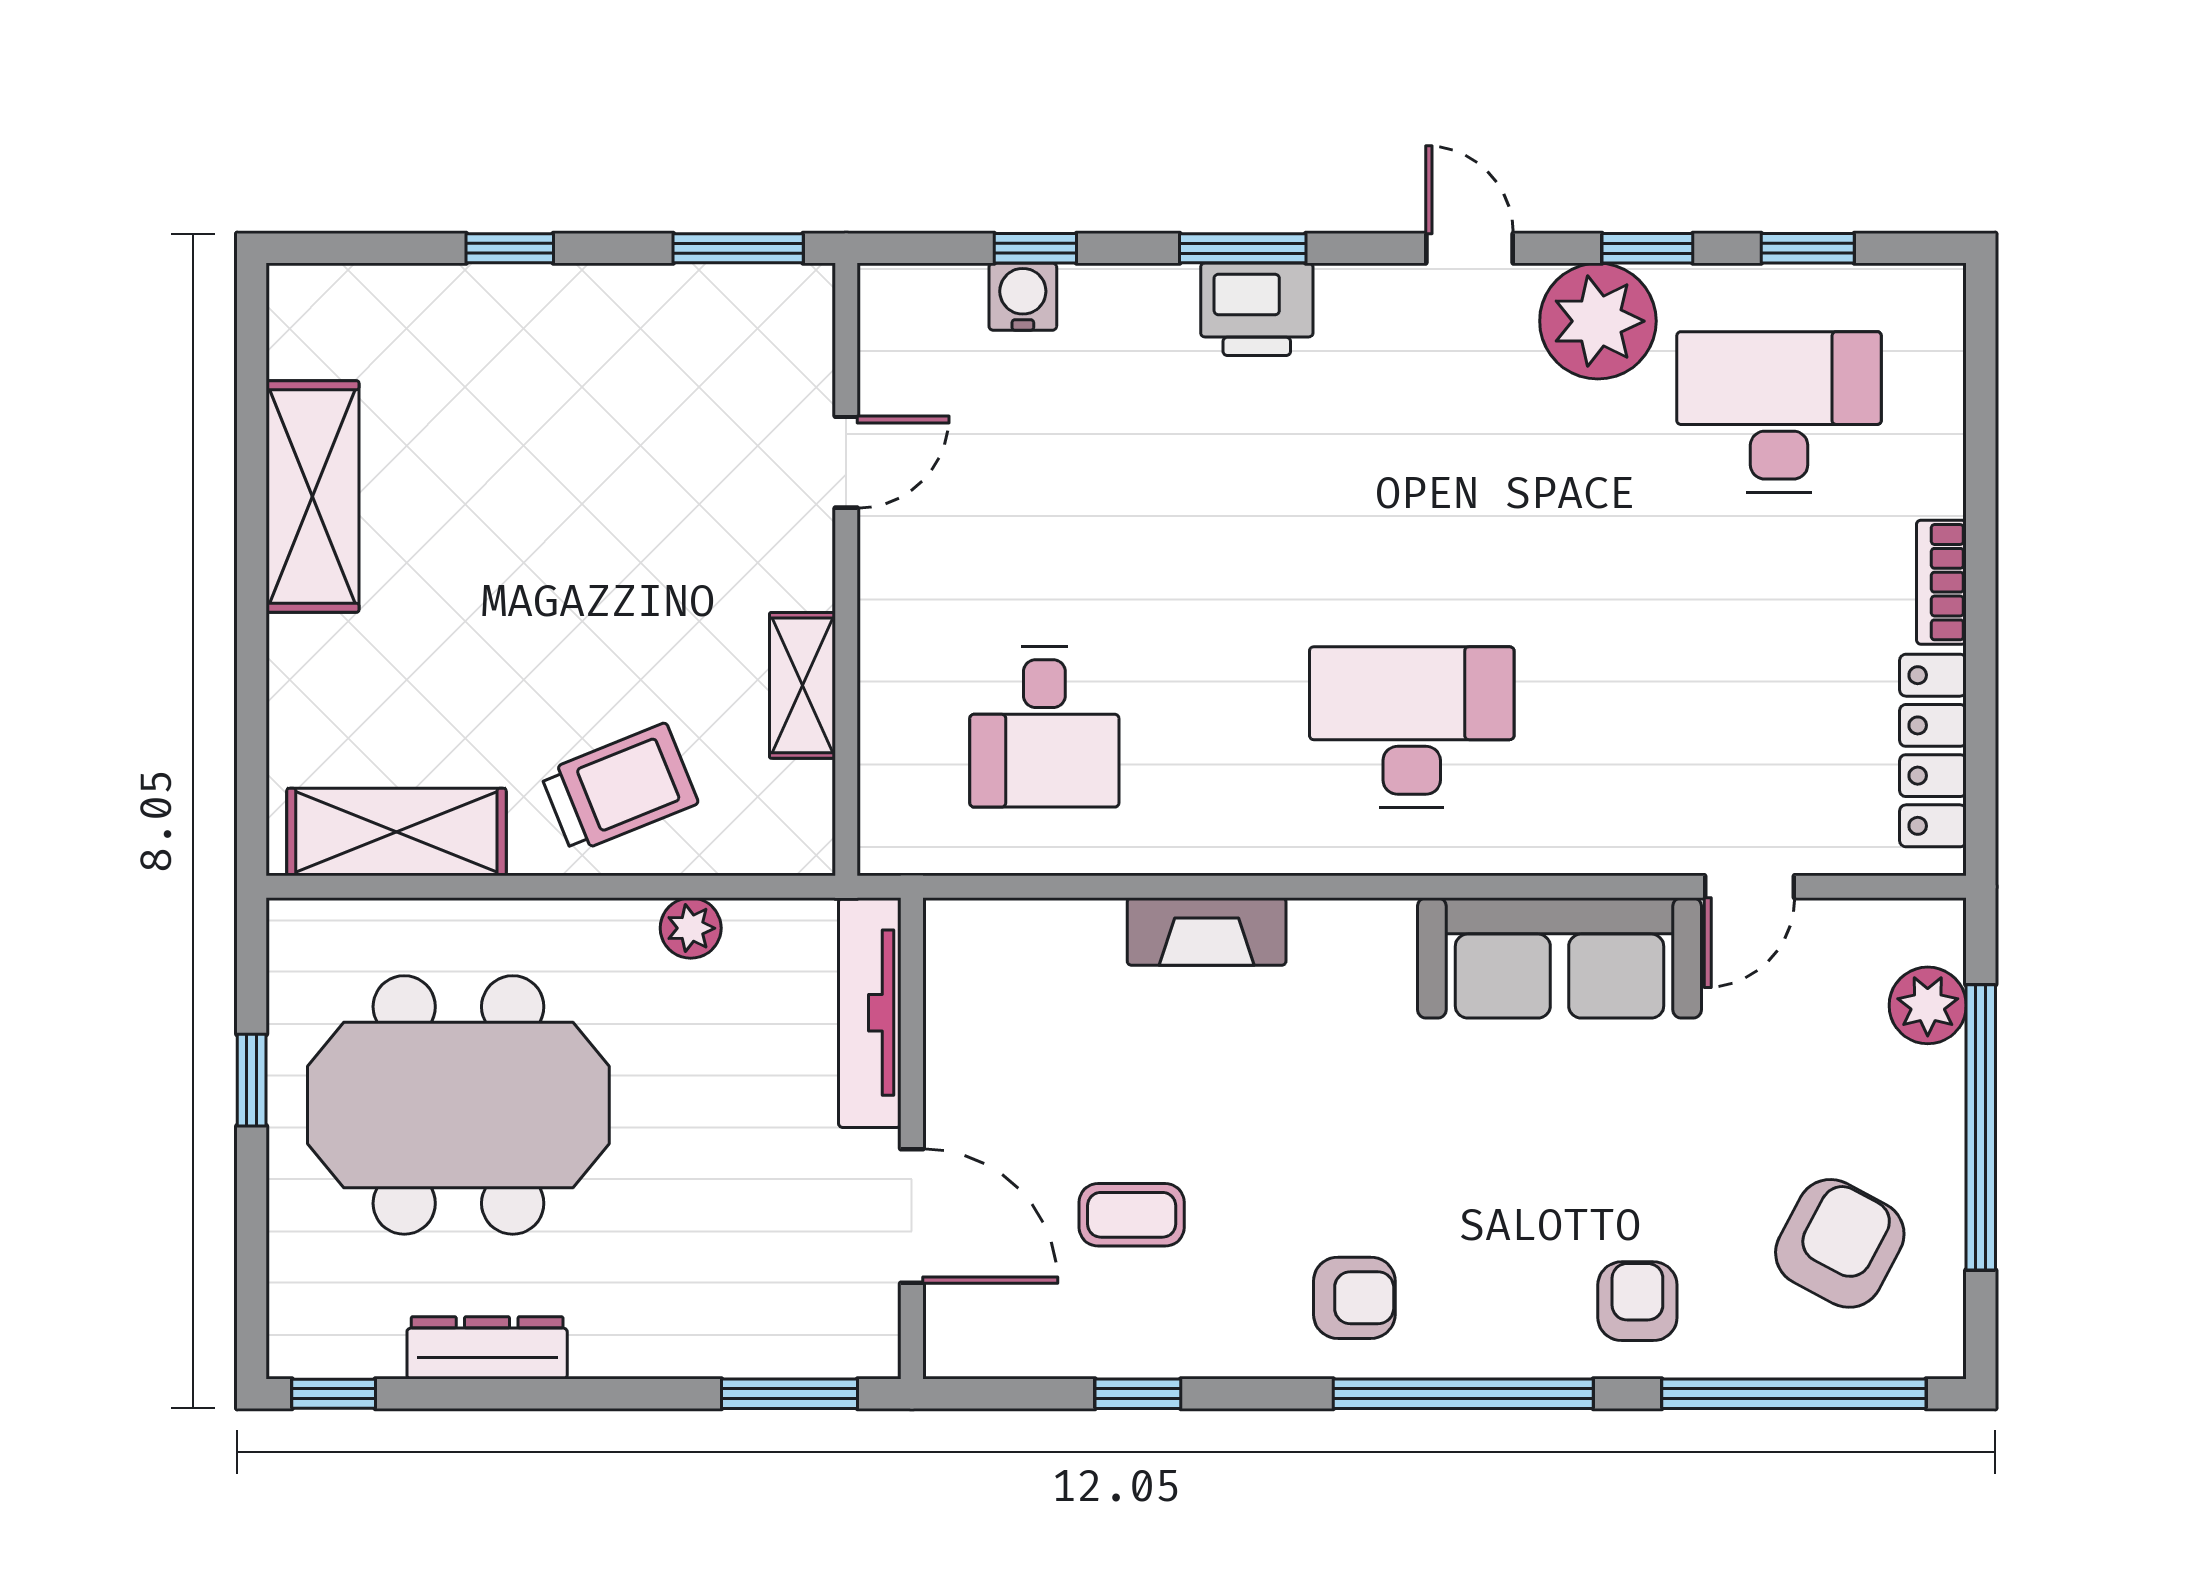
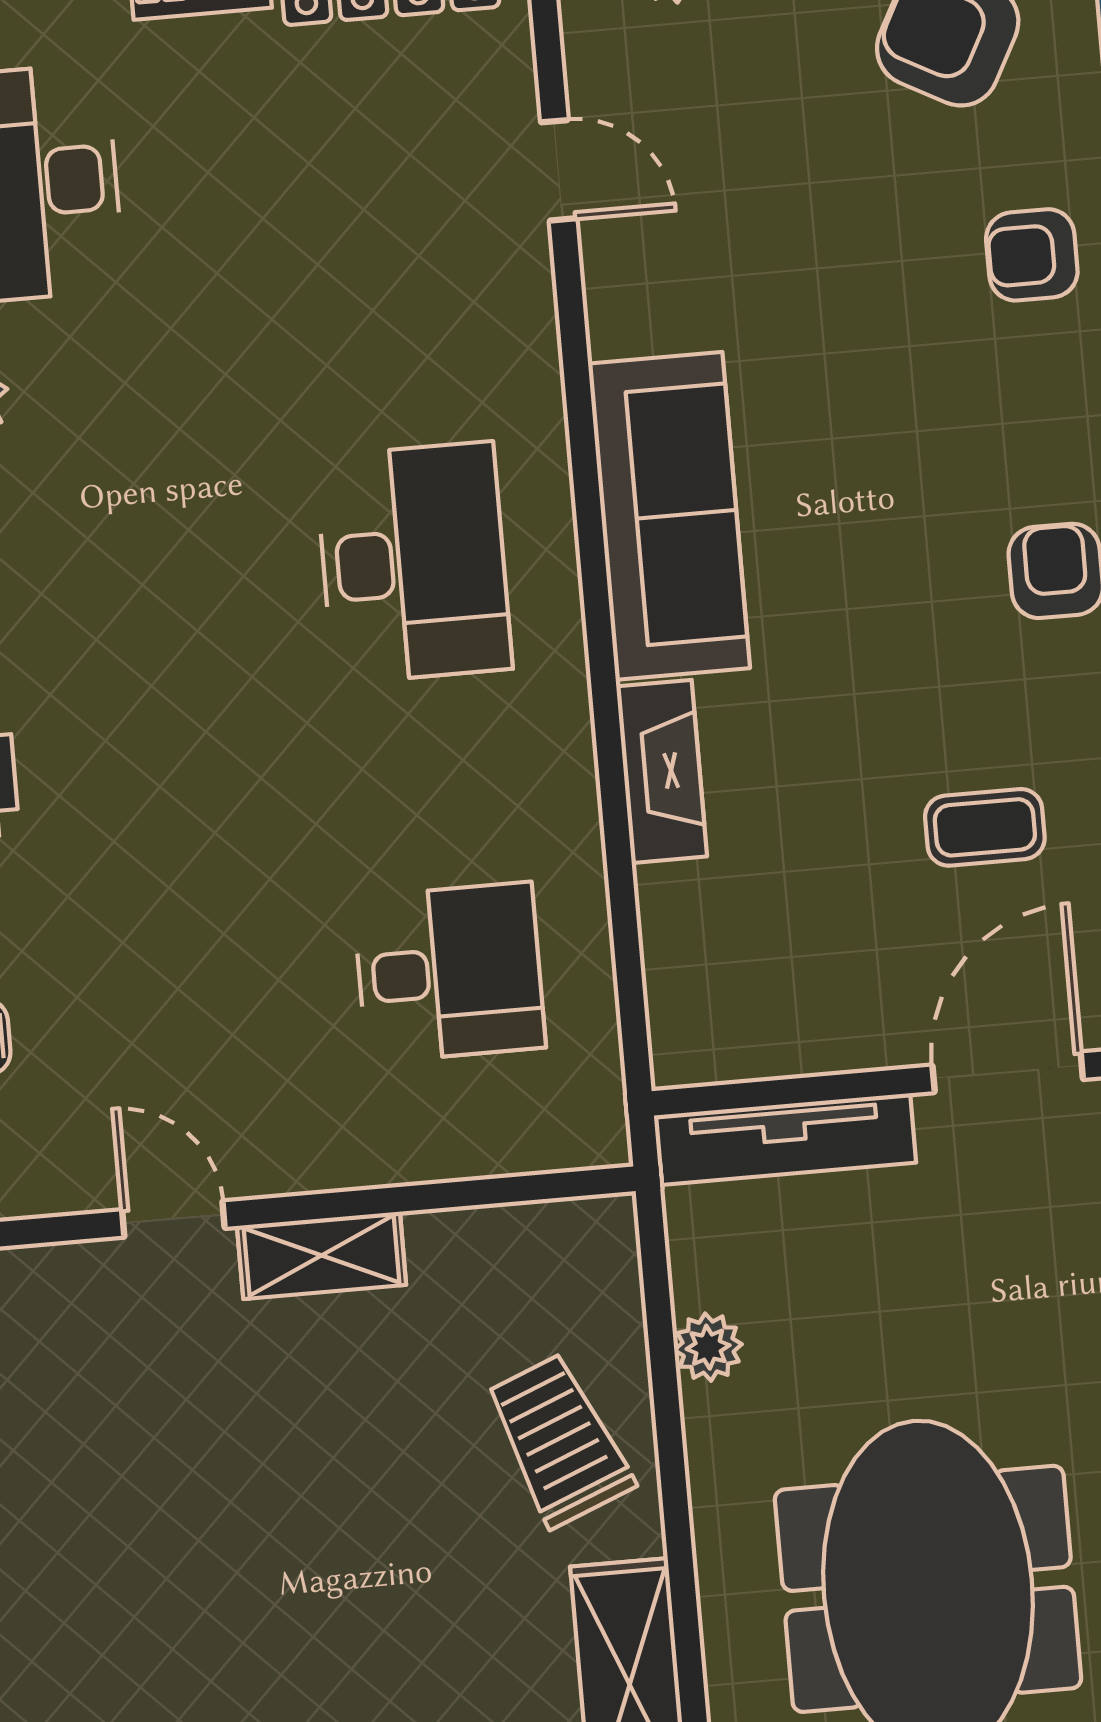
shelving: (802, 685) -> (322, 1255), moved
desk: (1412, 727) -> (413, 563), turned 180
sofa: (1560, 958) -> (669, 516), moved
coffee table: (1132, 1215) -> (985, 827), turned 90

